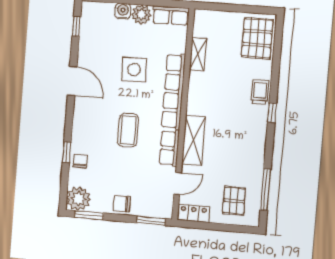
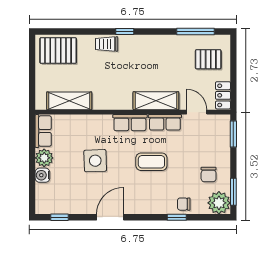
shelving: (198, 54) -> (69, 101), width x1.50, depth x1.33
row of seats: (174, 91) -> (130, 123), width x0.50
chair: (122, 204) -> (209, 175), moved

